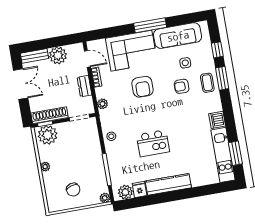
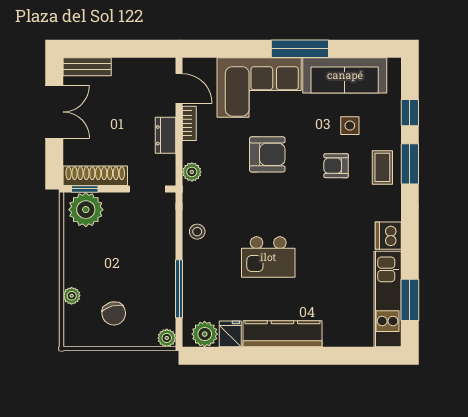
plant: (58, 55) -> (129, 73), removed
armchair: (142, 87) -> (267, 154), turned -90
plant: (45, 167) -> (72, 296), moved

